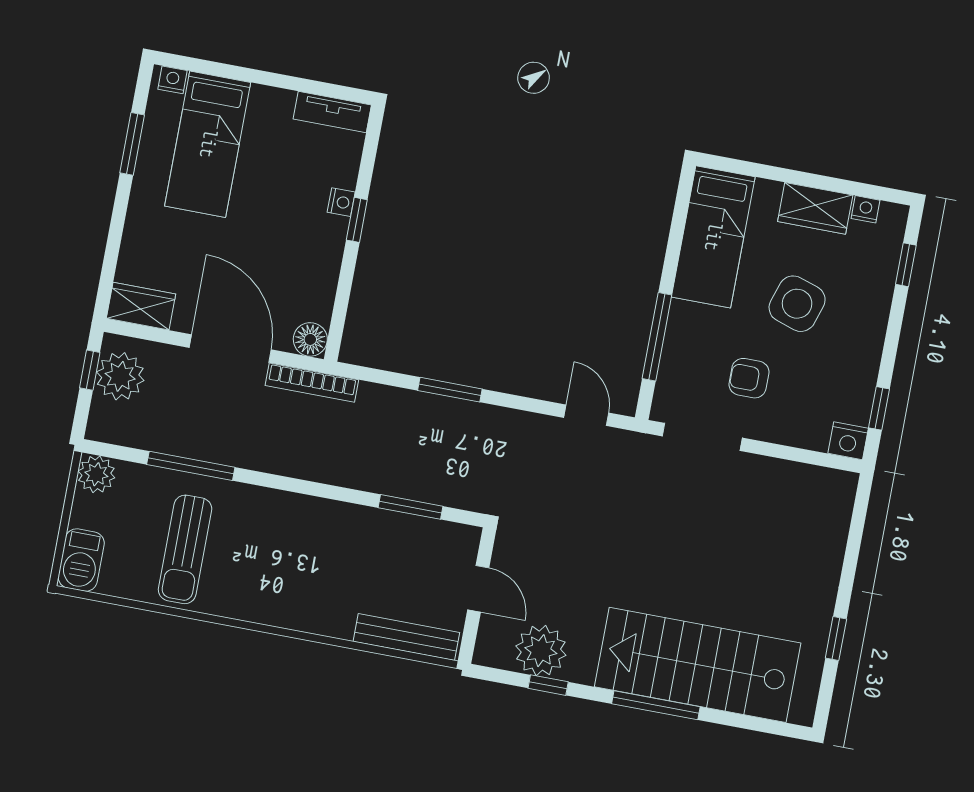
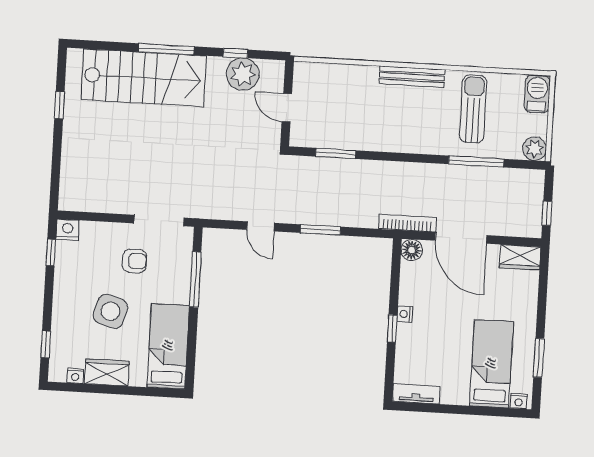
nightstand: (341, 202) -> (405, 314), moved
plant: (120, 376) -> (528, 212), removed
door: (586, 415) -> (261, 226), moved
bench: (406, 637) -> (412, 77), moved

